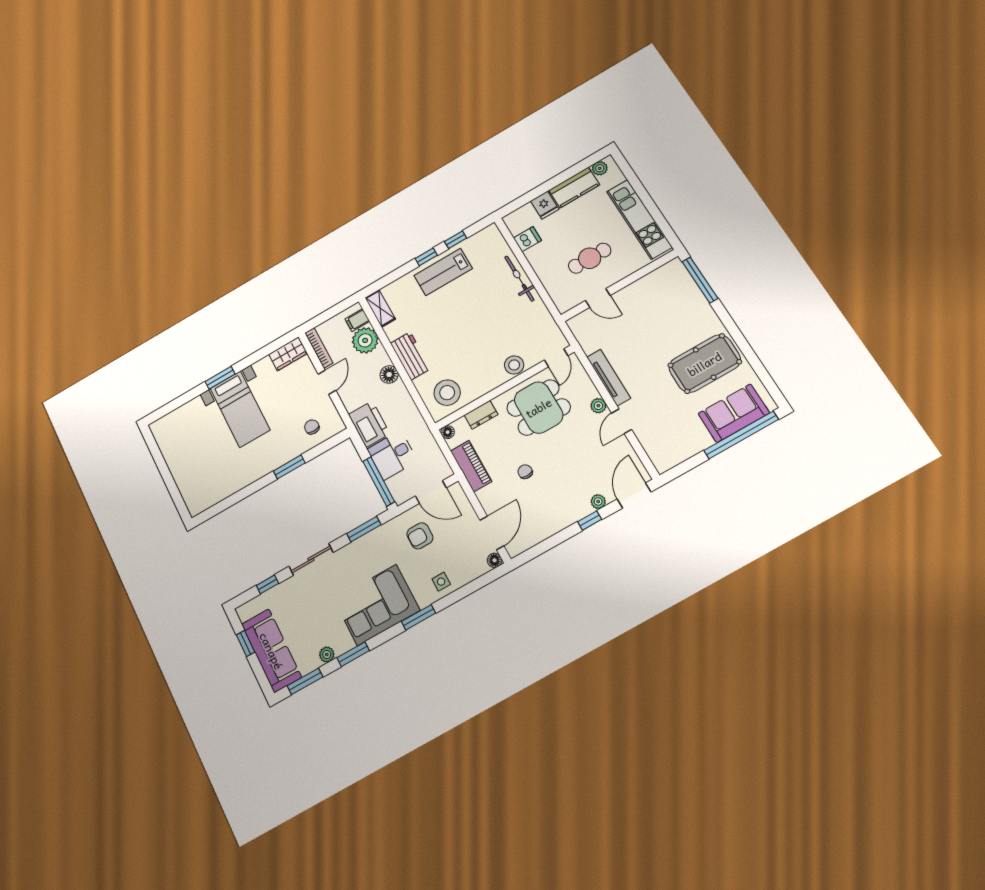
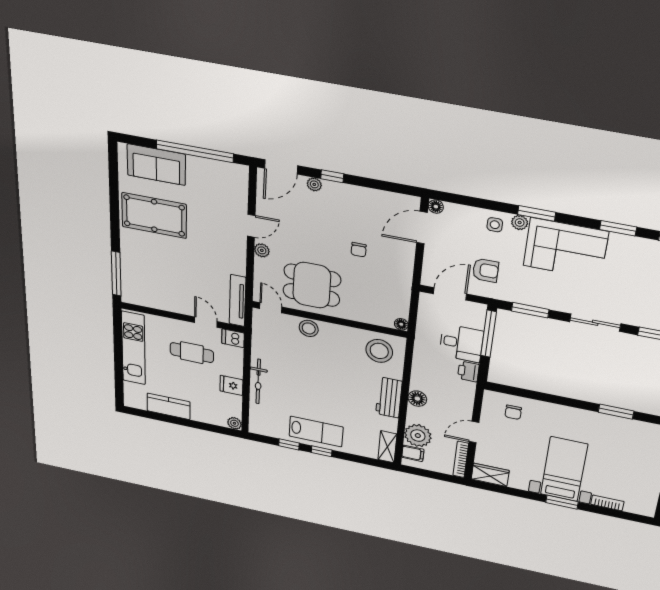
plant: (600, 168) -> (234, 423), moved
fridge: (545, 205) -> (231, 385), moved, turned -90
dishwasher: (527, 239) -> (233, 338), moved
door: (556, 358) -> (271, 308), hinge flipped
tv unit: (609, 378) -> (238, 301), moved
bookcase: (189, 408) -> (607, 503), added
dresser: (481, 415) -> (364, 315), removed
printer: (369, 424) -> (468, 371), width x0.53, depth x0.68
window: (741, 435) -> (195, 151), moved
piano: (471, 466) -> (401, 287), removed
window: (289, 467) -> (616, 412), moved
door: (431, 492) -> (450, 294), hinge flipped
plant: (327, 655) -> (520, 223), moved

